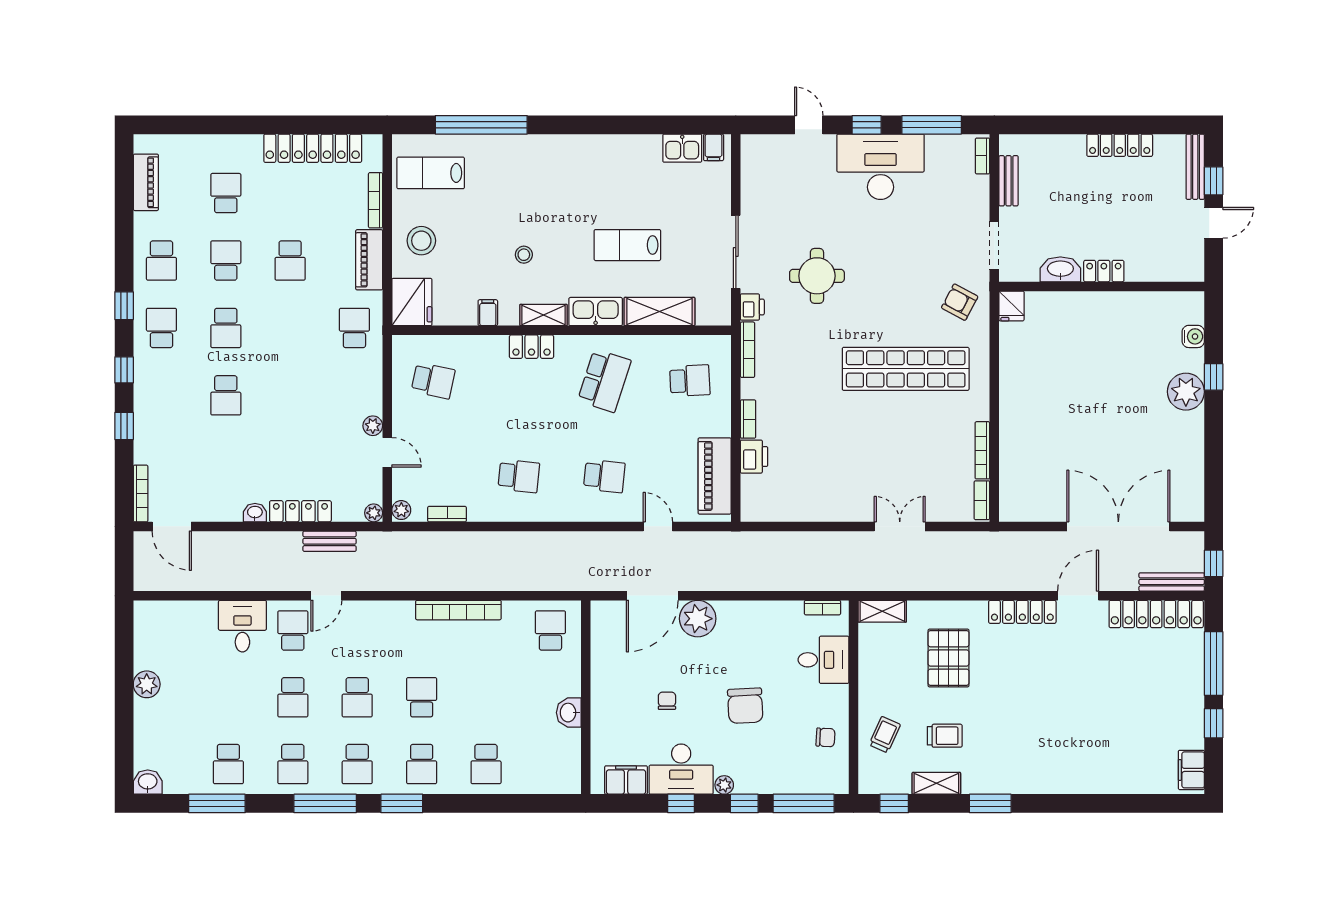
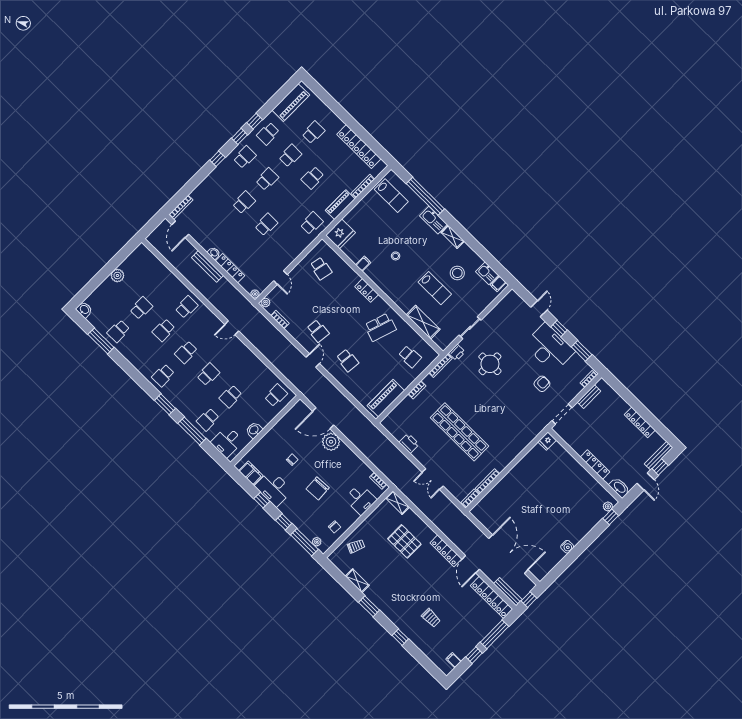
window: (932, 125) -> (582, 351), width x0.69
lab bench: (431, 173) -> (391, 196), turned 180
piano: (146, 182) -> (291, 103), width x1.37, depth x1.33
door: (1214, 223) -> (646, 482), hinge flipped
stool: (421, 241) -> (457, 273), moved
lab bench: (627, 245) -> (435, 288), turned 180
sliding door: (736, 252) -> (470, 328), width x0.73
washbasin: (1060, 269) -> (619, 488), moved
locker: (1104, 271) -> (595, 464), width x1.53
armchair: (960, 302) -> (542, 384), moved, turned 62
kitchen sink: (596, 312) -> (433, 220), moved, turned 180
shelving: (543, 315) -> (453, 237), moved
school desk: (226, 328) -> (267, 179), turned 180
water cooler: (1193, 336) -> (567, 547), moved
shop shelf: (906, 369) -> (459, 432), moved
window: (1214, 377) -> (611, 517), moved
plant: (1186, 392) -> (608, 506), moved, width x0.53, depth x0.53
school desk: (226, 395) -> (244, 202), turned 180
school desk: (290, 395) -> (266, 225), added
window: (124, 426) -> (255, 121), moved
plant: (373, 426) -> (285, 263), removed
printer: (754, 457) -> (409, 443), moved, turned -90
door: (658, 526) -> (313, 360), moved
double door: (900, 526) -> (433, 479), swing flipped
bench: (330, 541) -> (208, 266), moved, width x1.36
door: (326, 596) -> (232, 328), moved
door: (1078, 596) -> (471, 564), swing flipped
bookcase: (458, 610) -> (251, 357), removed
desk: (242, 626) -> (227, 442), moved, turned 180
pallet: (948, 658) -> (404, 541), turned 90
trolley: (945, 736) -> (431, 618), moved
school desk: (293, 764) -> (141, 308), moved, turned 180
school desk: (422, 764) -> (231, 396), moved
filing cabinet: (1191, 770) -> (454, 660), width x0.50
plant: (724, 785) -> (317, 542), moved
window: (325, 803) -> (192, 431), moved
window: (894, 803) -> (400, 637), moved

